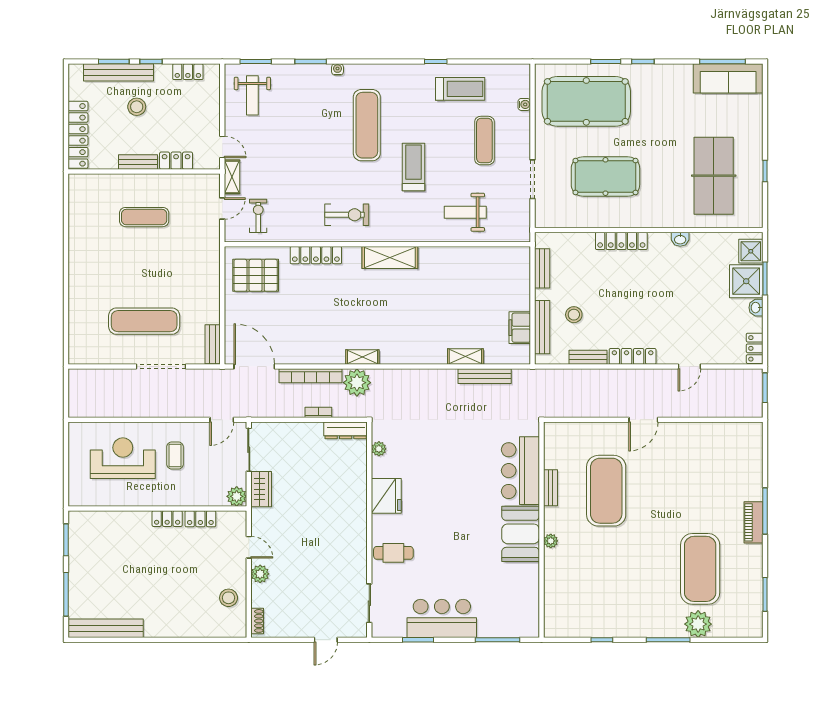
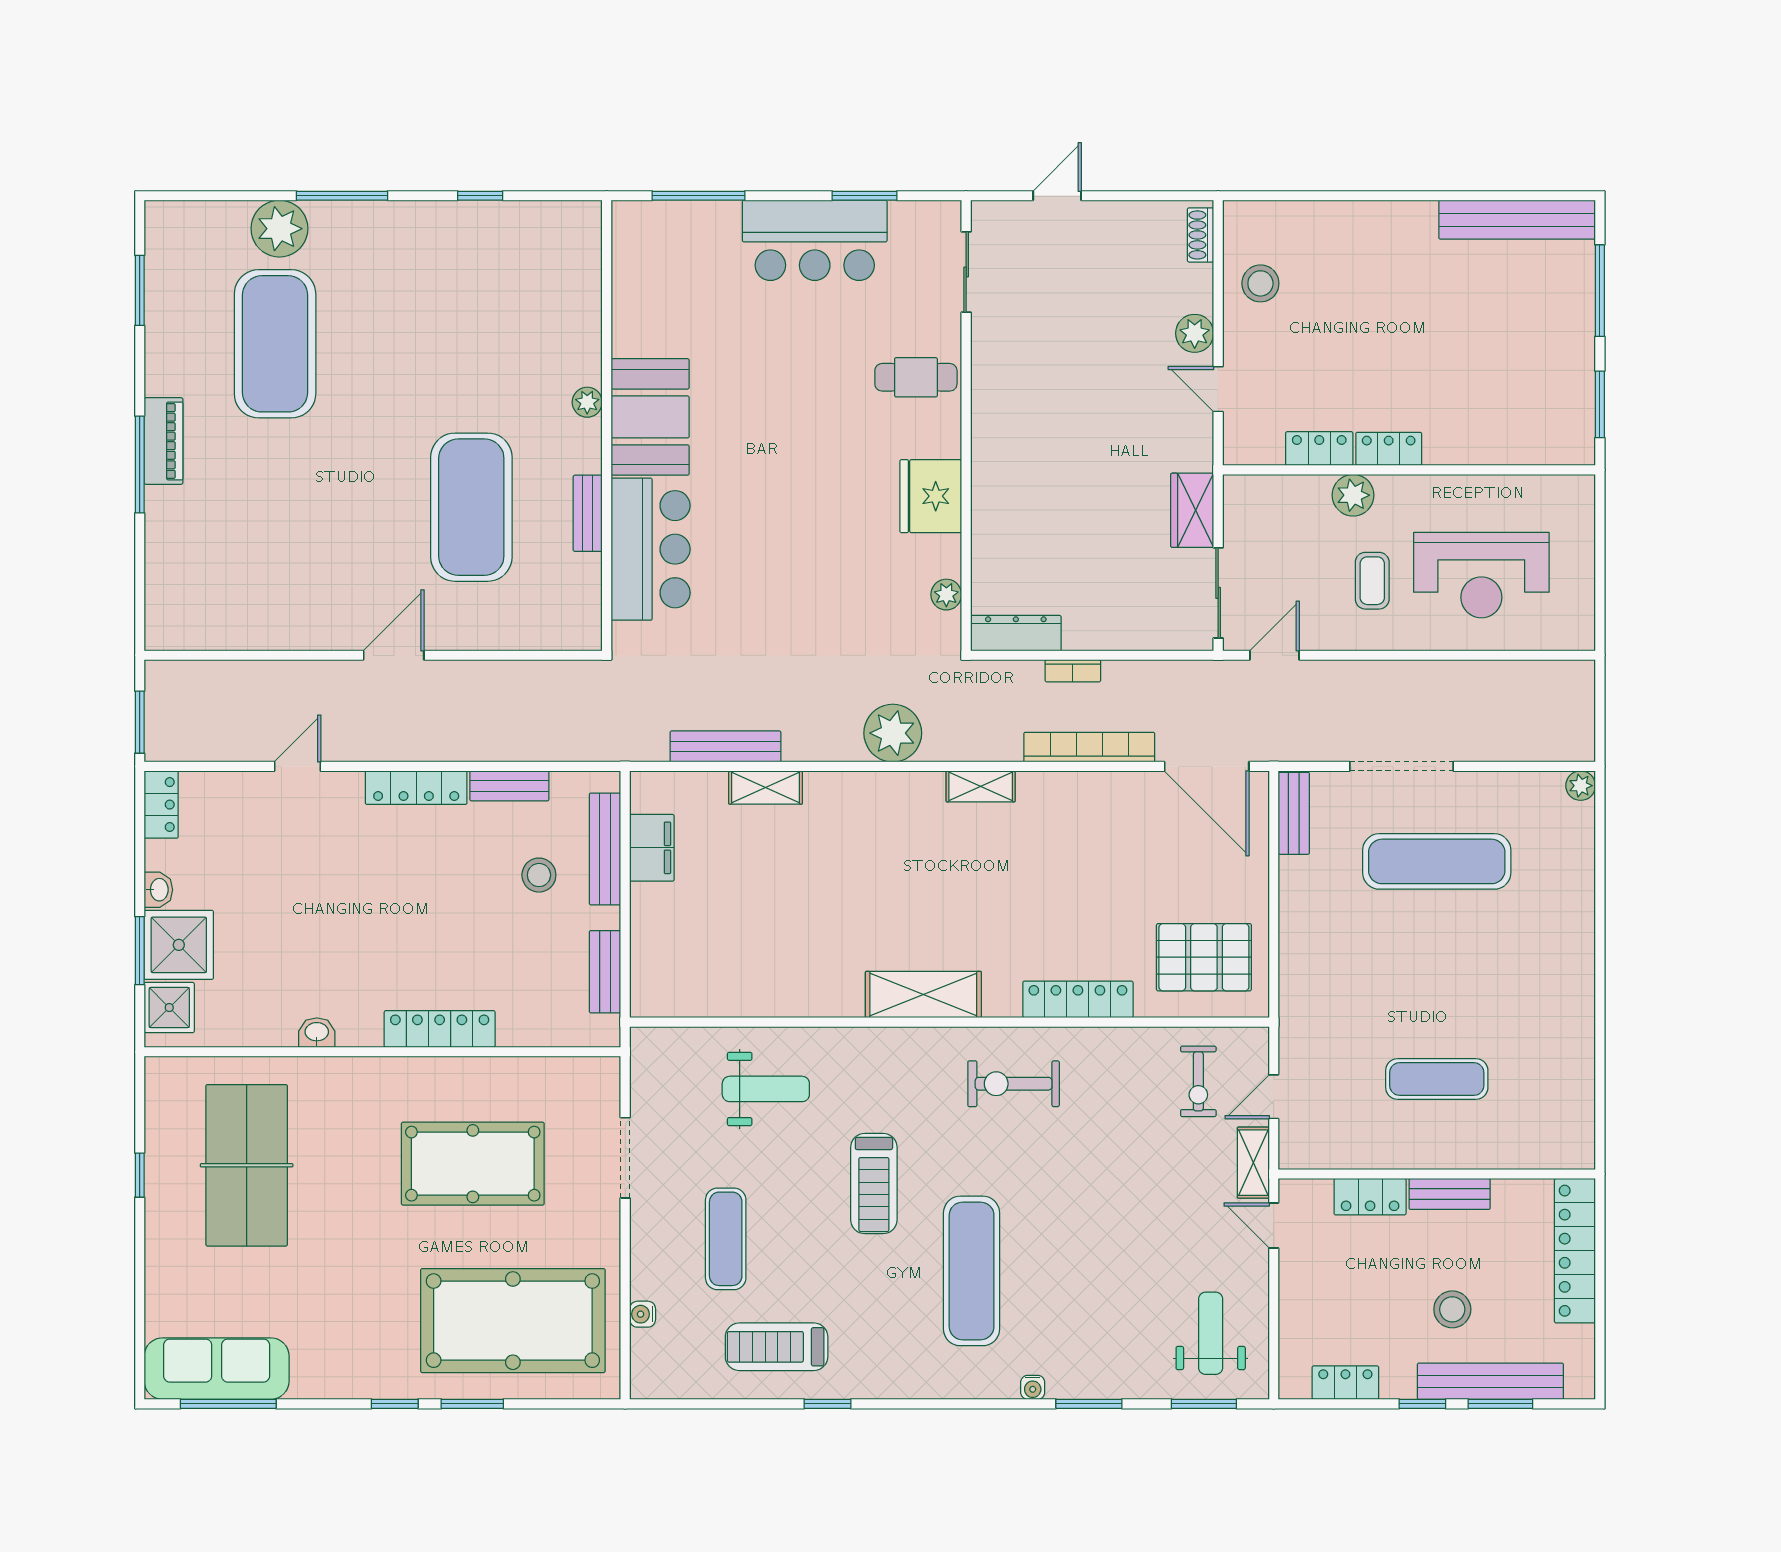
plant: (75, 357) -> (1581, 786), added
plant: (357, 383) -> (893, 733), moved
plant: (237, 496) -> (1353, 495), moved

